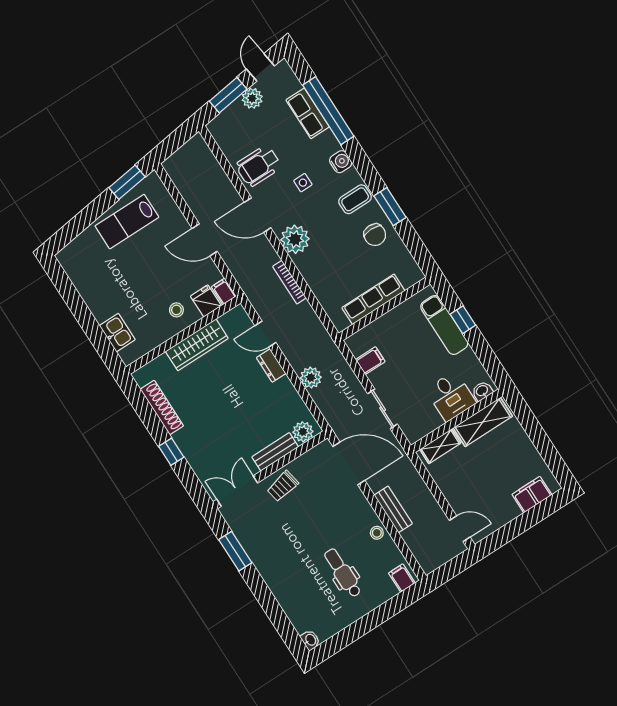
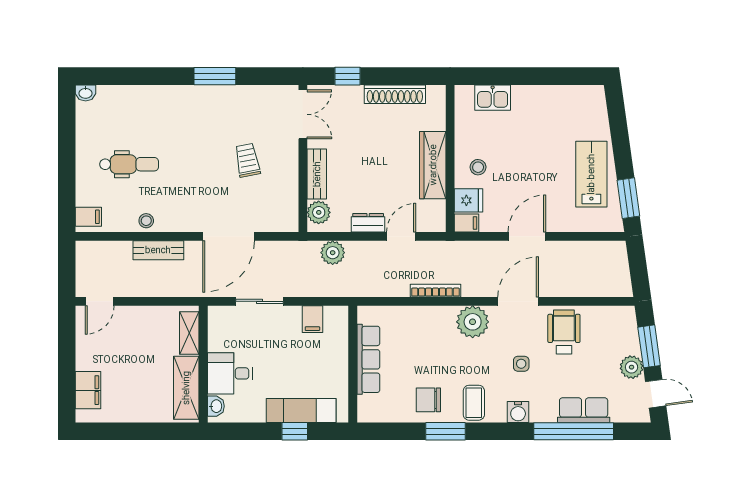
plant: (303, 432) -> (319, 212), moved
bench: (275, 452) -> (317, 174), moved
wall: (270, 470) -> (303, 158), moved
double door: (237, 491) -> (303, 114), moved

